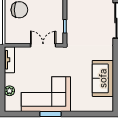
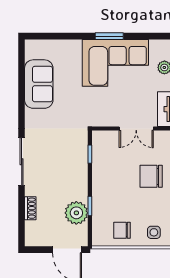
double door: (43, 45) -> (136, 129), moved

